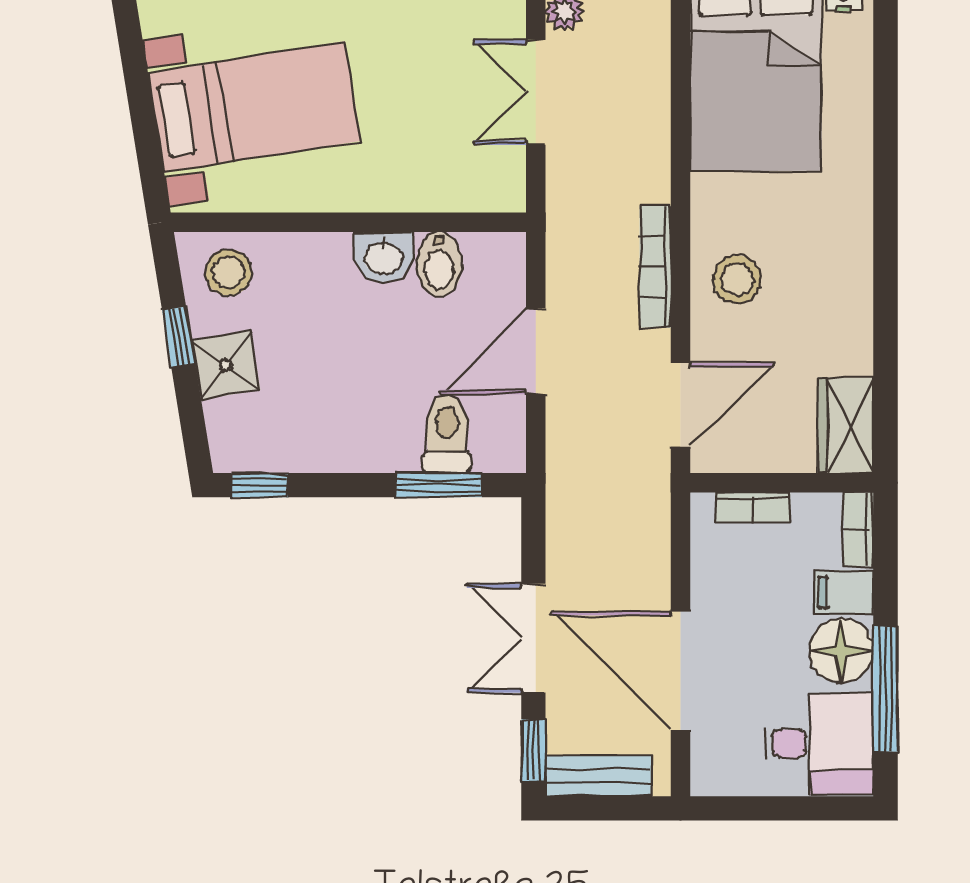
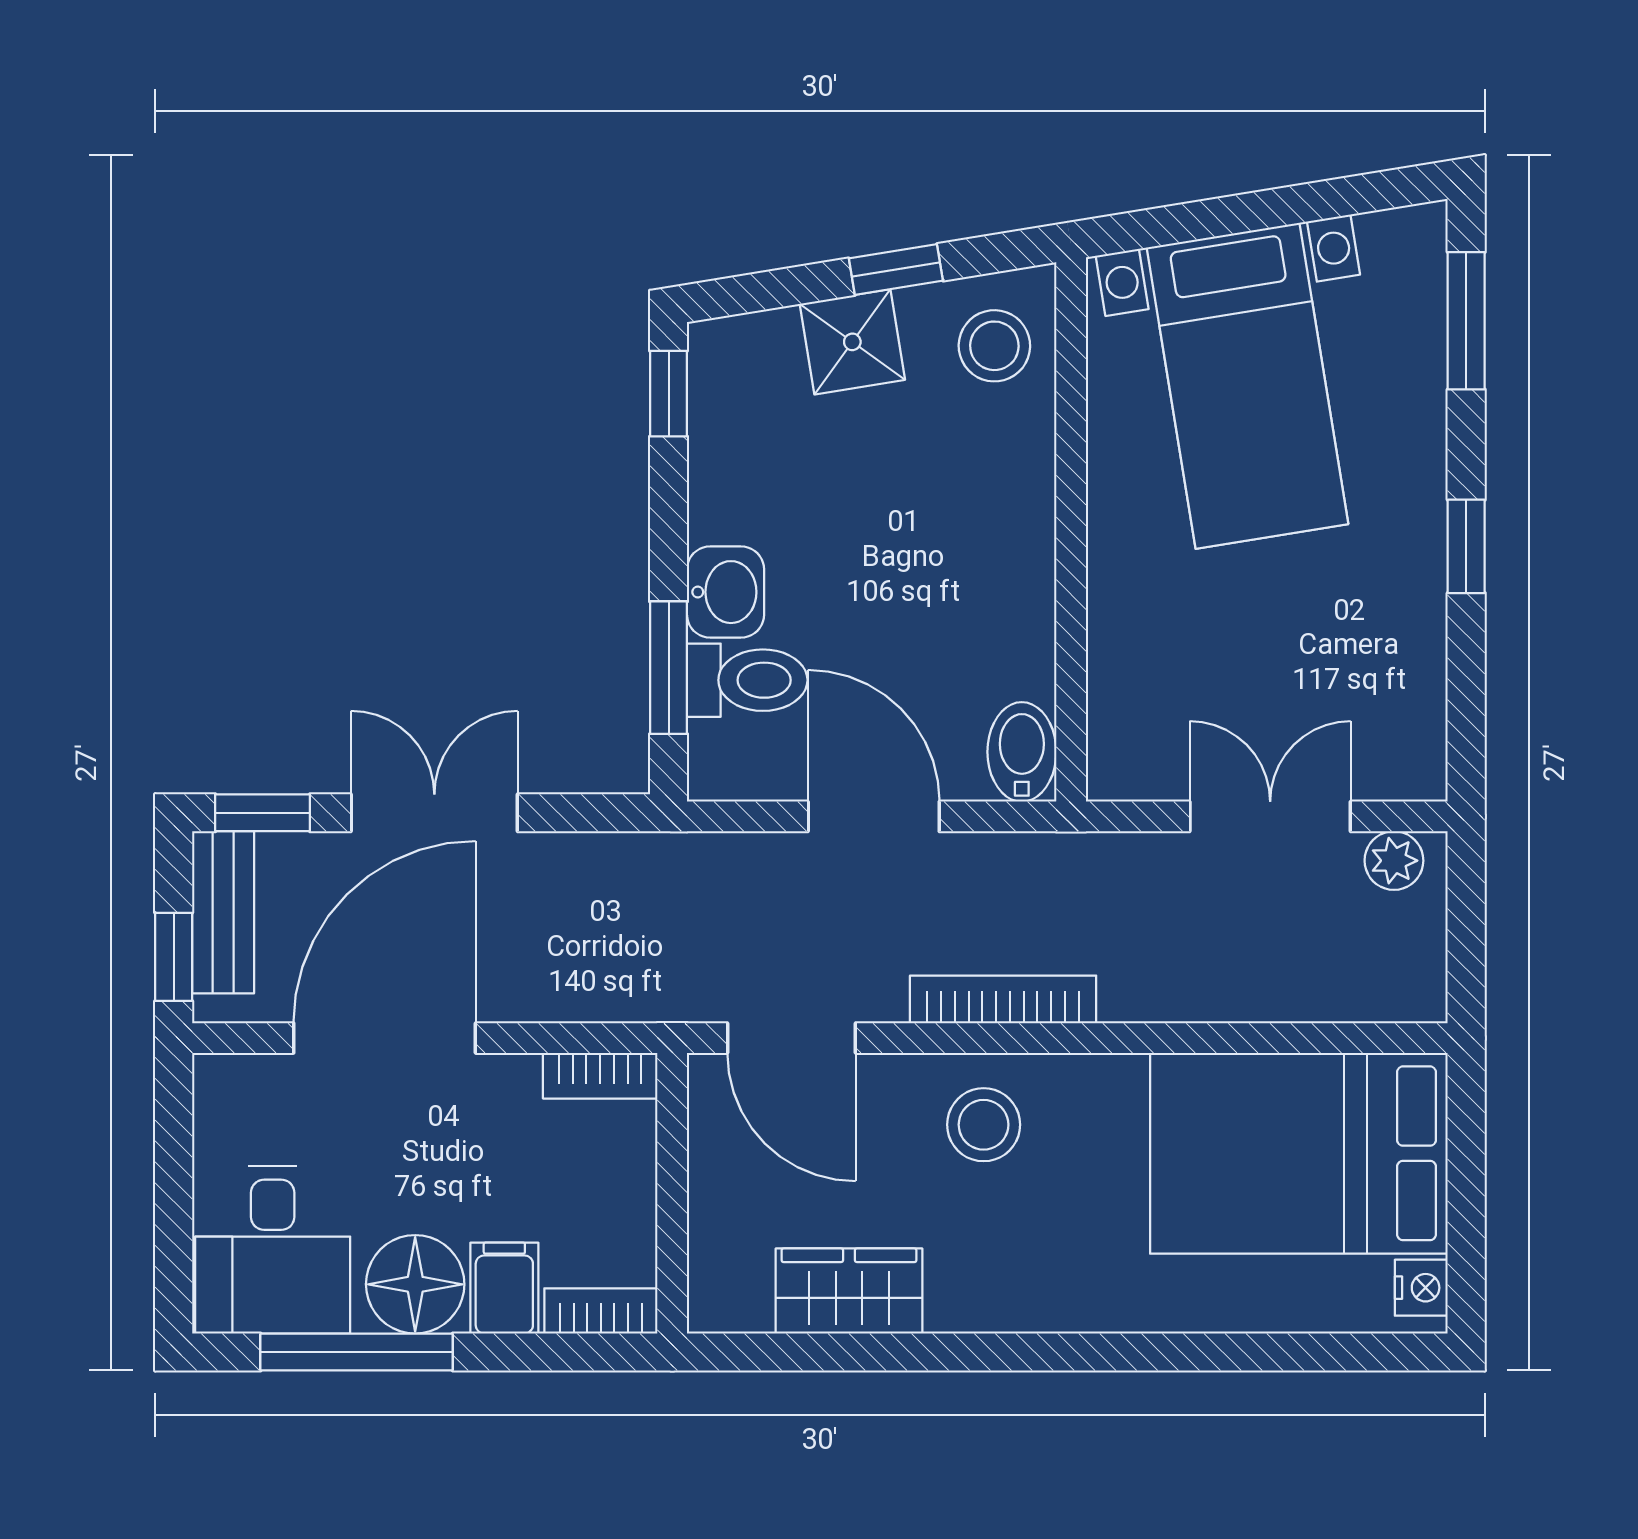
washbasin: (383, 257) -> (726, 592), moved, turned 180
bidet: (439, 264) -> (1022, 752), moved, turned 90
wardrobe: (846, 425) -> (849, 1291), moved
bookcase: (753, 507) -> (600, 1076), moved, turned -90
window: (627, 808) -> (174, 957), added

